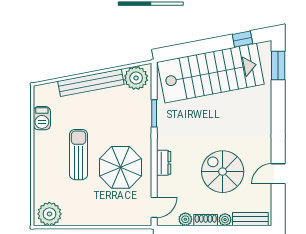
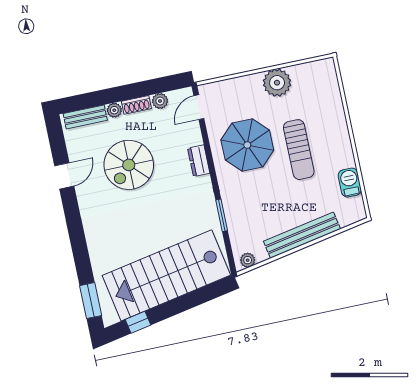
plant: (136, 78) -> (248, 260), width x0.53, depth x0.53
spiral stairs: (223, 172) -> (129, 165), turned 90
plant: (49, 214) -> (277, 83), moved

